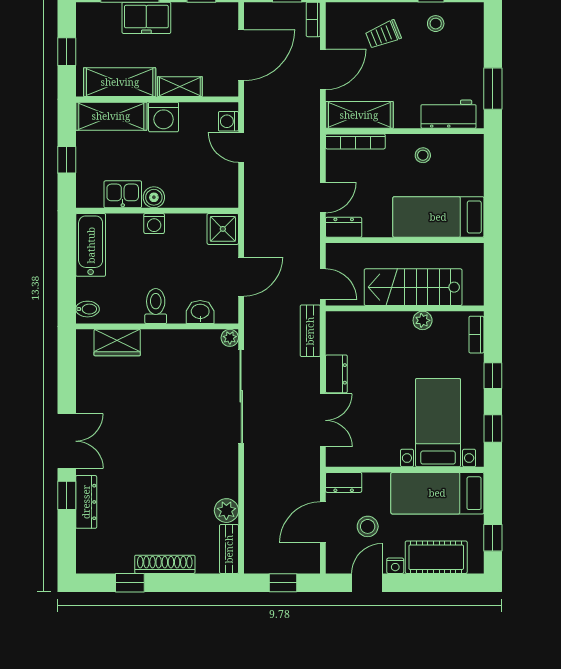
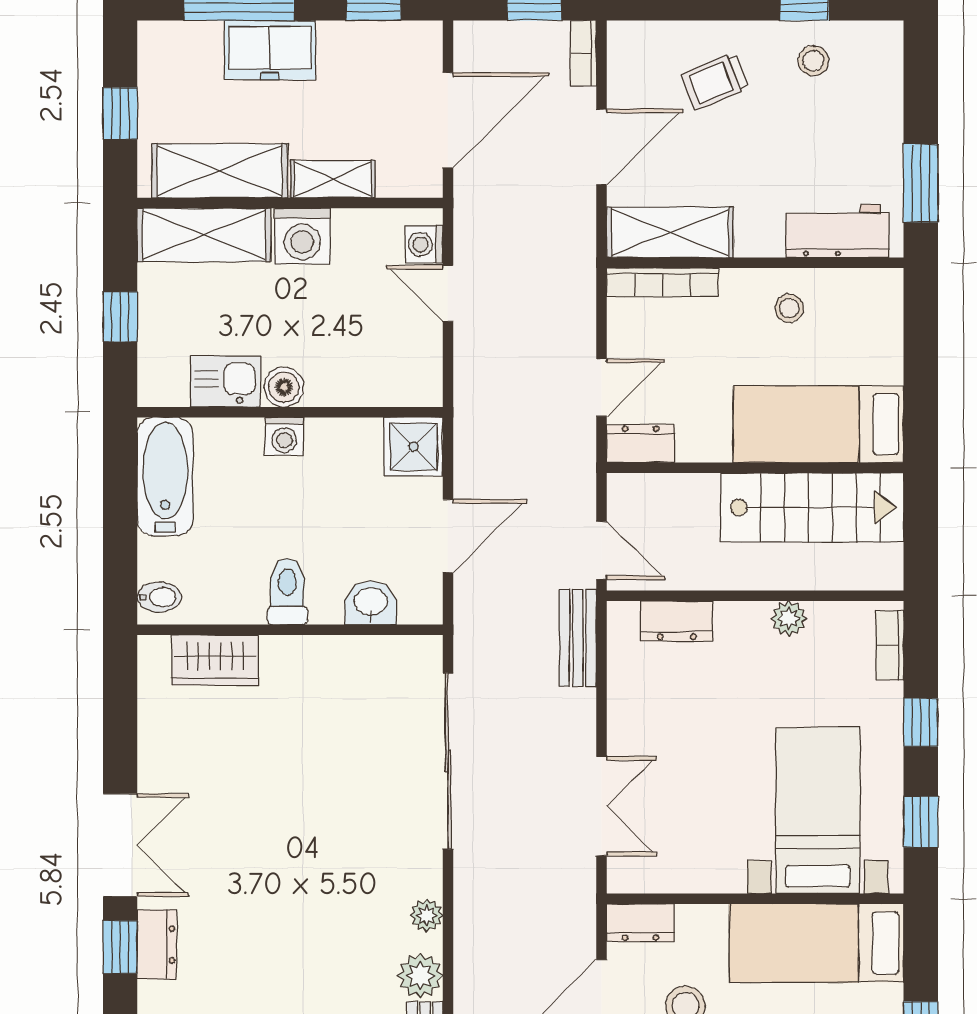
stairs: (413, 287) -> (812, 507), moved, turned 180
plant: (230, 338) -> (427, 915), moved
dresser: (336, 374) -> (677, 621), moved, turned 90
dresser: (86, 502) -> (157, 944), width x0.70

